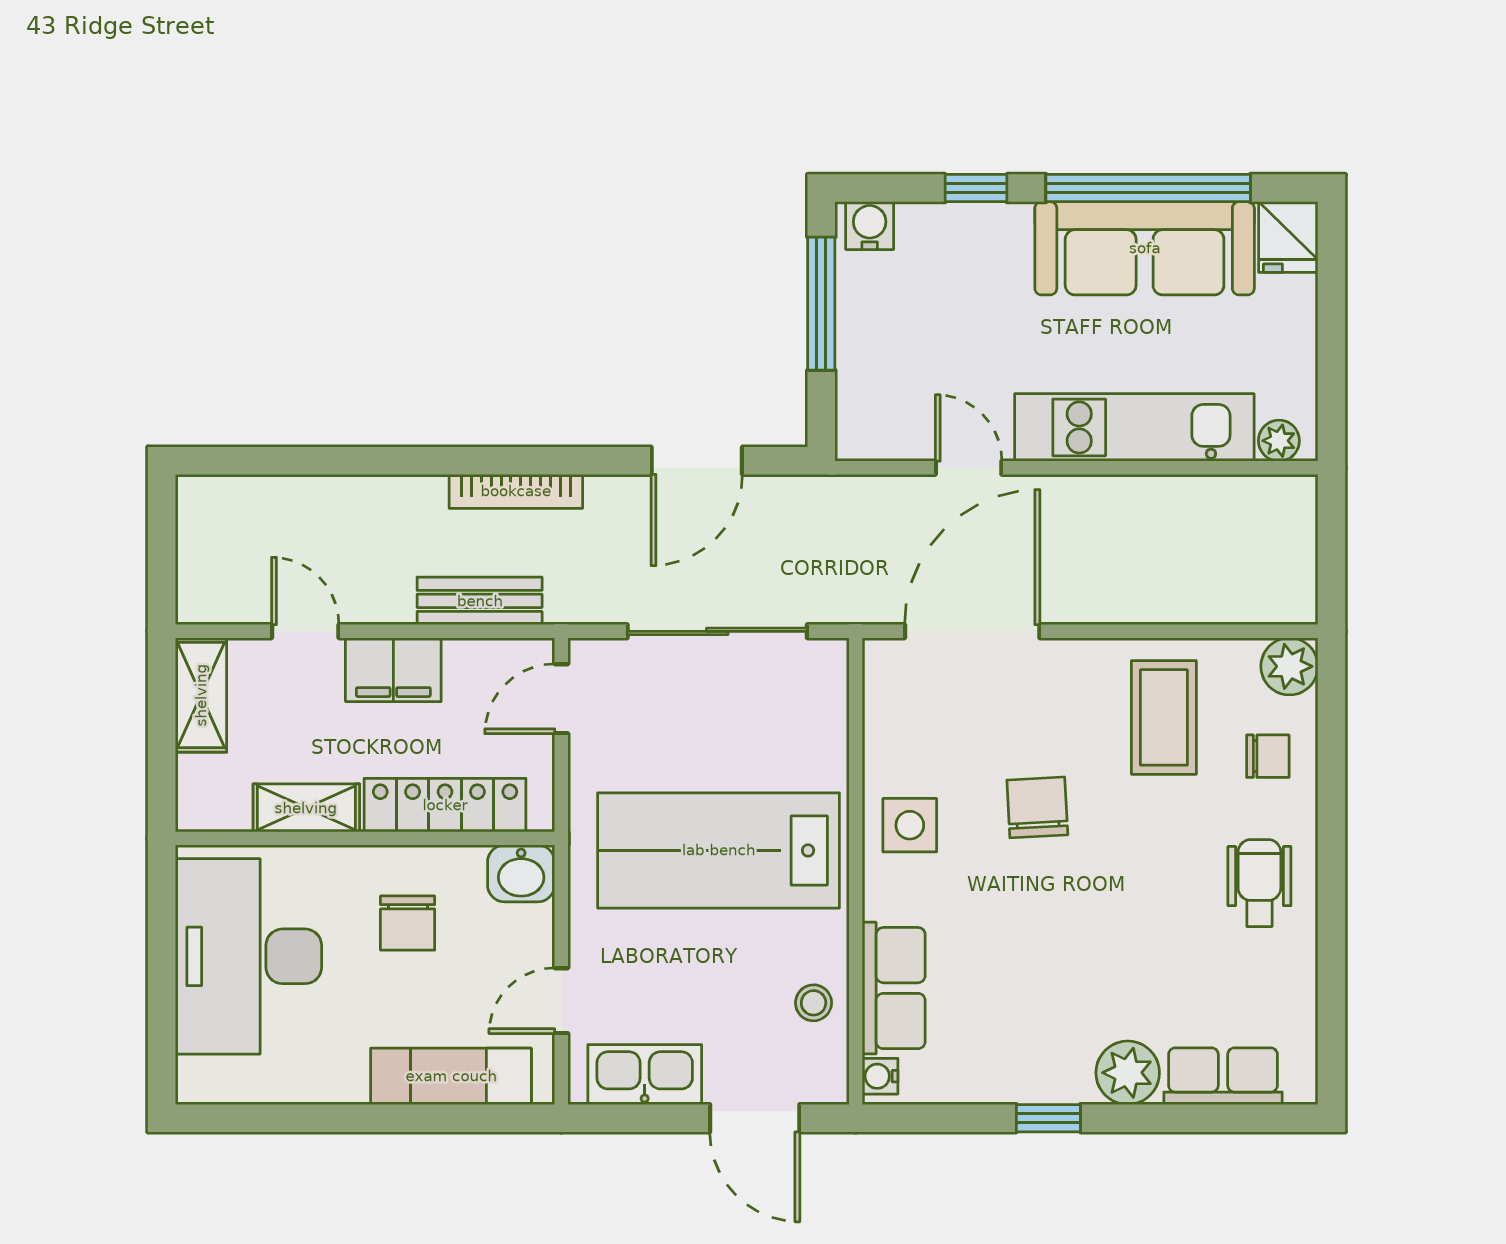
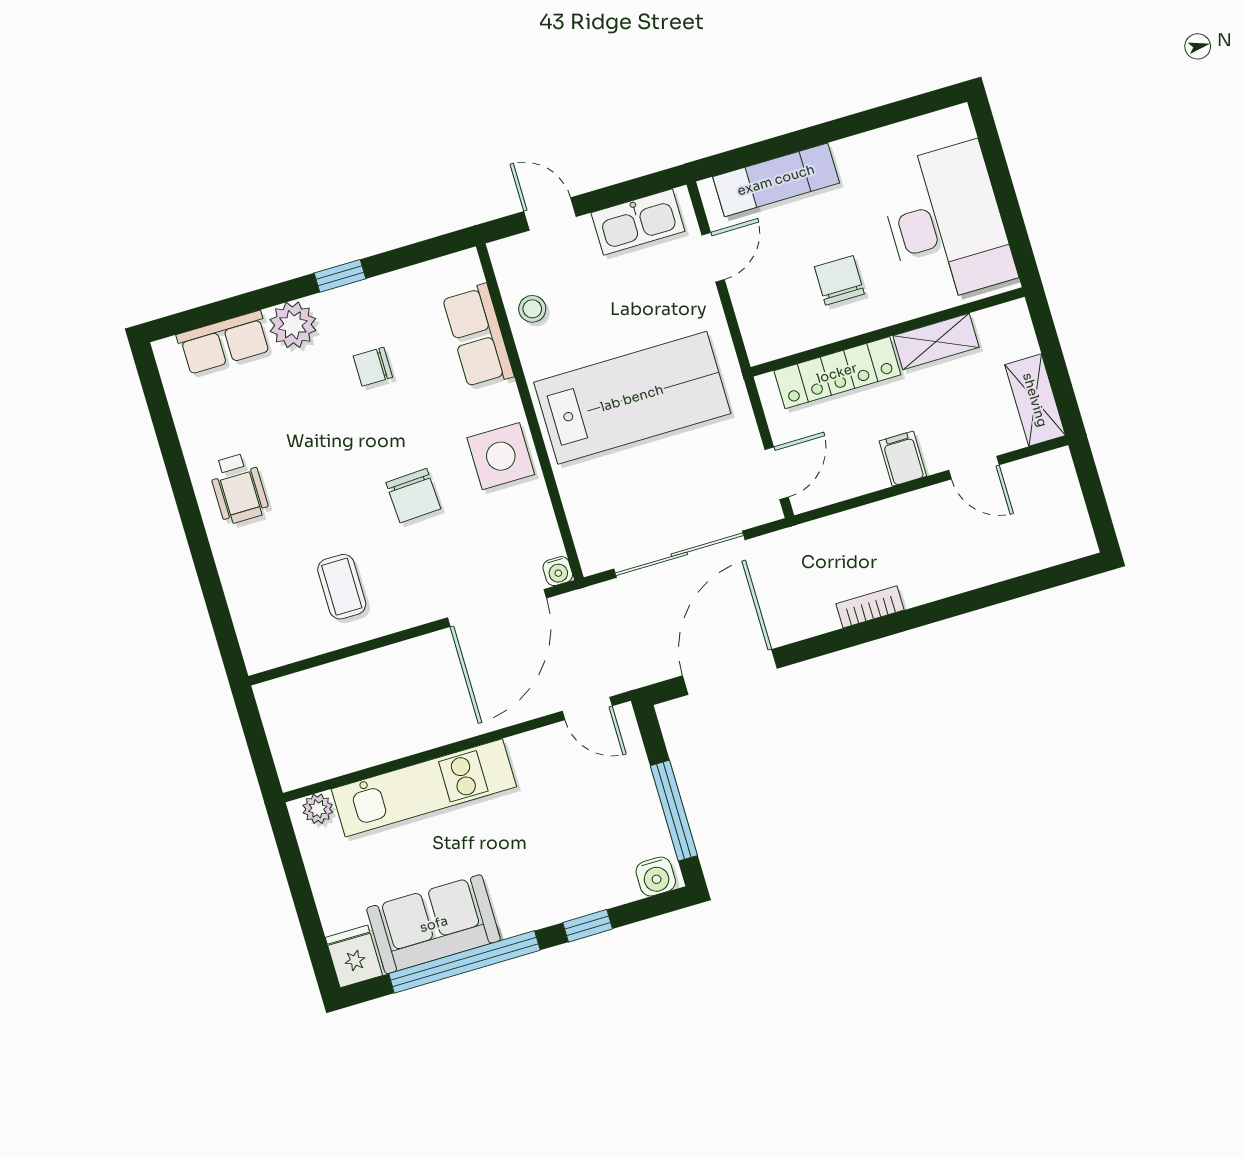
sofa: (1145, 248) -> (434, 924), width x0.73
door: (697, 461) -> (730, 672), width x1.36
door: (969, 468) -> (587, 709), moved
bookcase: (516, 491) -> (870, 607), width x0.64
bench: (480, 601) -> (856, 526), removed
plant: (1289, 666) -> (263, 650), removed
filing cabinet: (393, 670) -> (903, 459), width x0.50
coffee table: (1164, 717) -> (342, 587), width x0.73, depth x0.77
chair: (1268, 756) -> (373, 367), moved
side table: (910, 825) -> (501, 456), width x1.37, depth x1.37
washbasin: (521, 873) -> (769, 340), removed
water cooler: (880, 1076) -> (558, 571), moved, turned 90
door: (755, 1118) -> (550, 214), width x0.73

